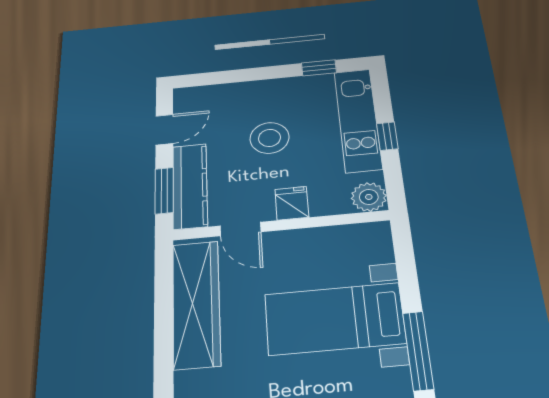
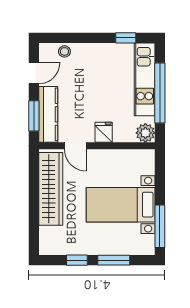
window: (387, 136) -> (160, 93), width x3.17
stool: (270, 138) -> (64, 51), moved, width x0.53, depth x0.53

